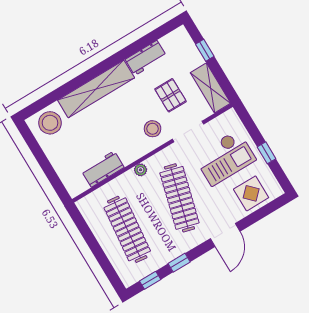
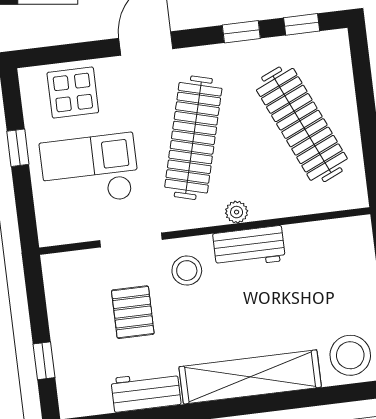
shelving: (210, 88) -> (62, 295), removed
workbench: (103, 169) -> (249, 247), moved
clothes rail: (127, 229) -> (302, 124), turned -30

